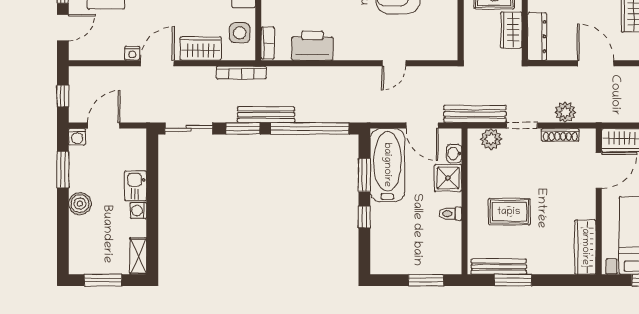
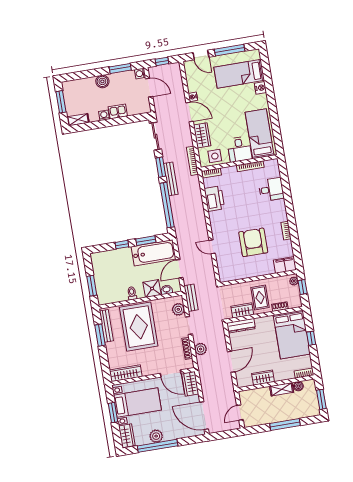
bench: (475, 114) -> (191, 298), width x0.73
rug: (509, 212) -> (139, 327), width x1.86, depth x2.06

